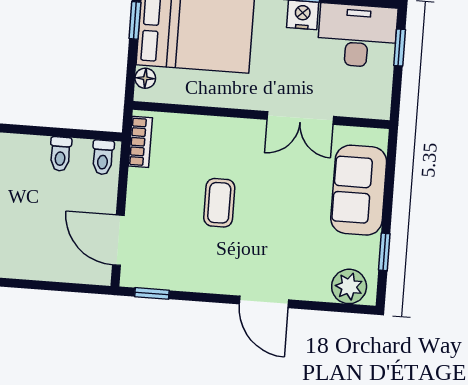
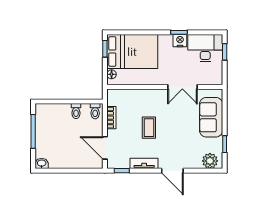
bookcase: (140, 142) -> (111, 118), moved
tv unit: (202, 281) -> (144, 163), added

